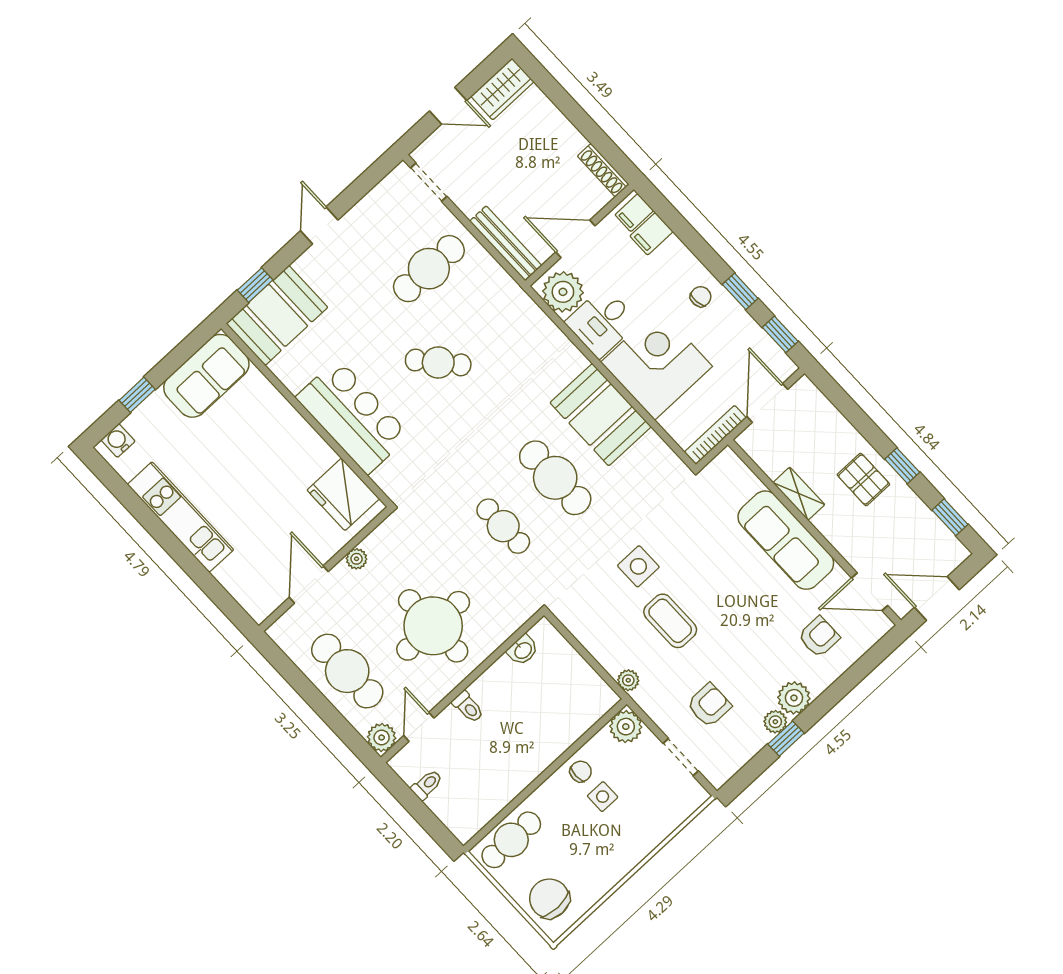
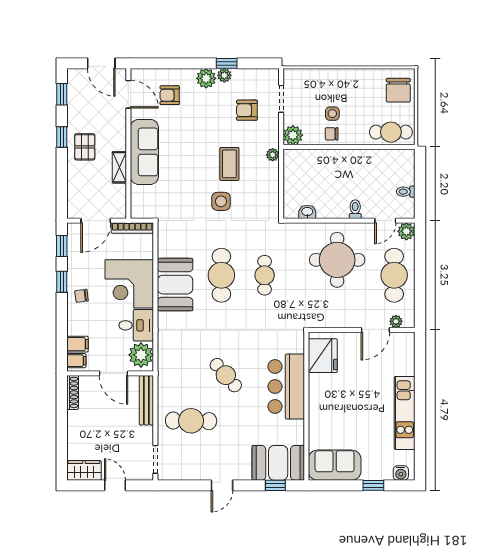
plant: (357, 559) -> (396, 321), moved

